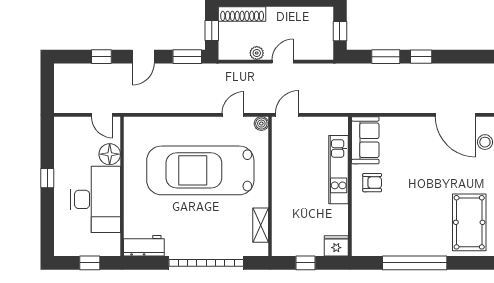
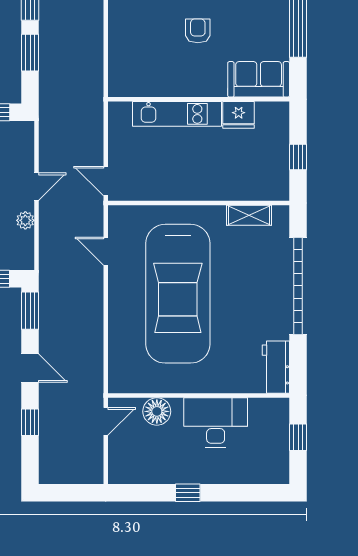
door: (283, 62) -> (37, 187), swing flipped
boiler: (261, 124) -> (117, 214), removed
sofa: (365, 140) -> (259, 79), moved
armchair: (372, 183) -> (198, 31), moved
desk: (95, 199) -> (216, 422), width x0.73, depth x0.77
fridge: (336, 246) -> (239, 115), moved, turned -90

